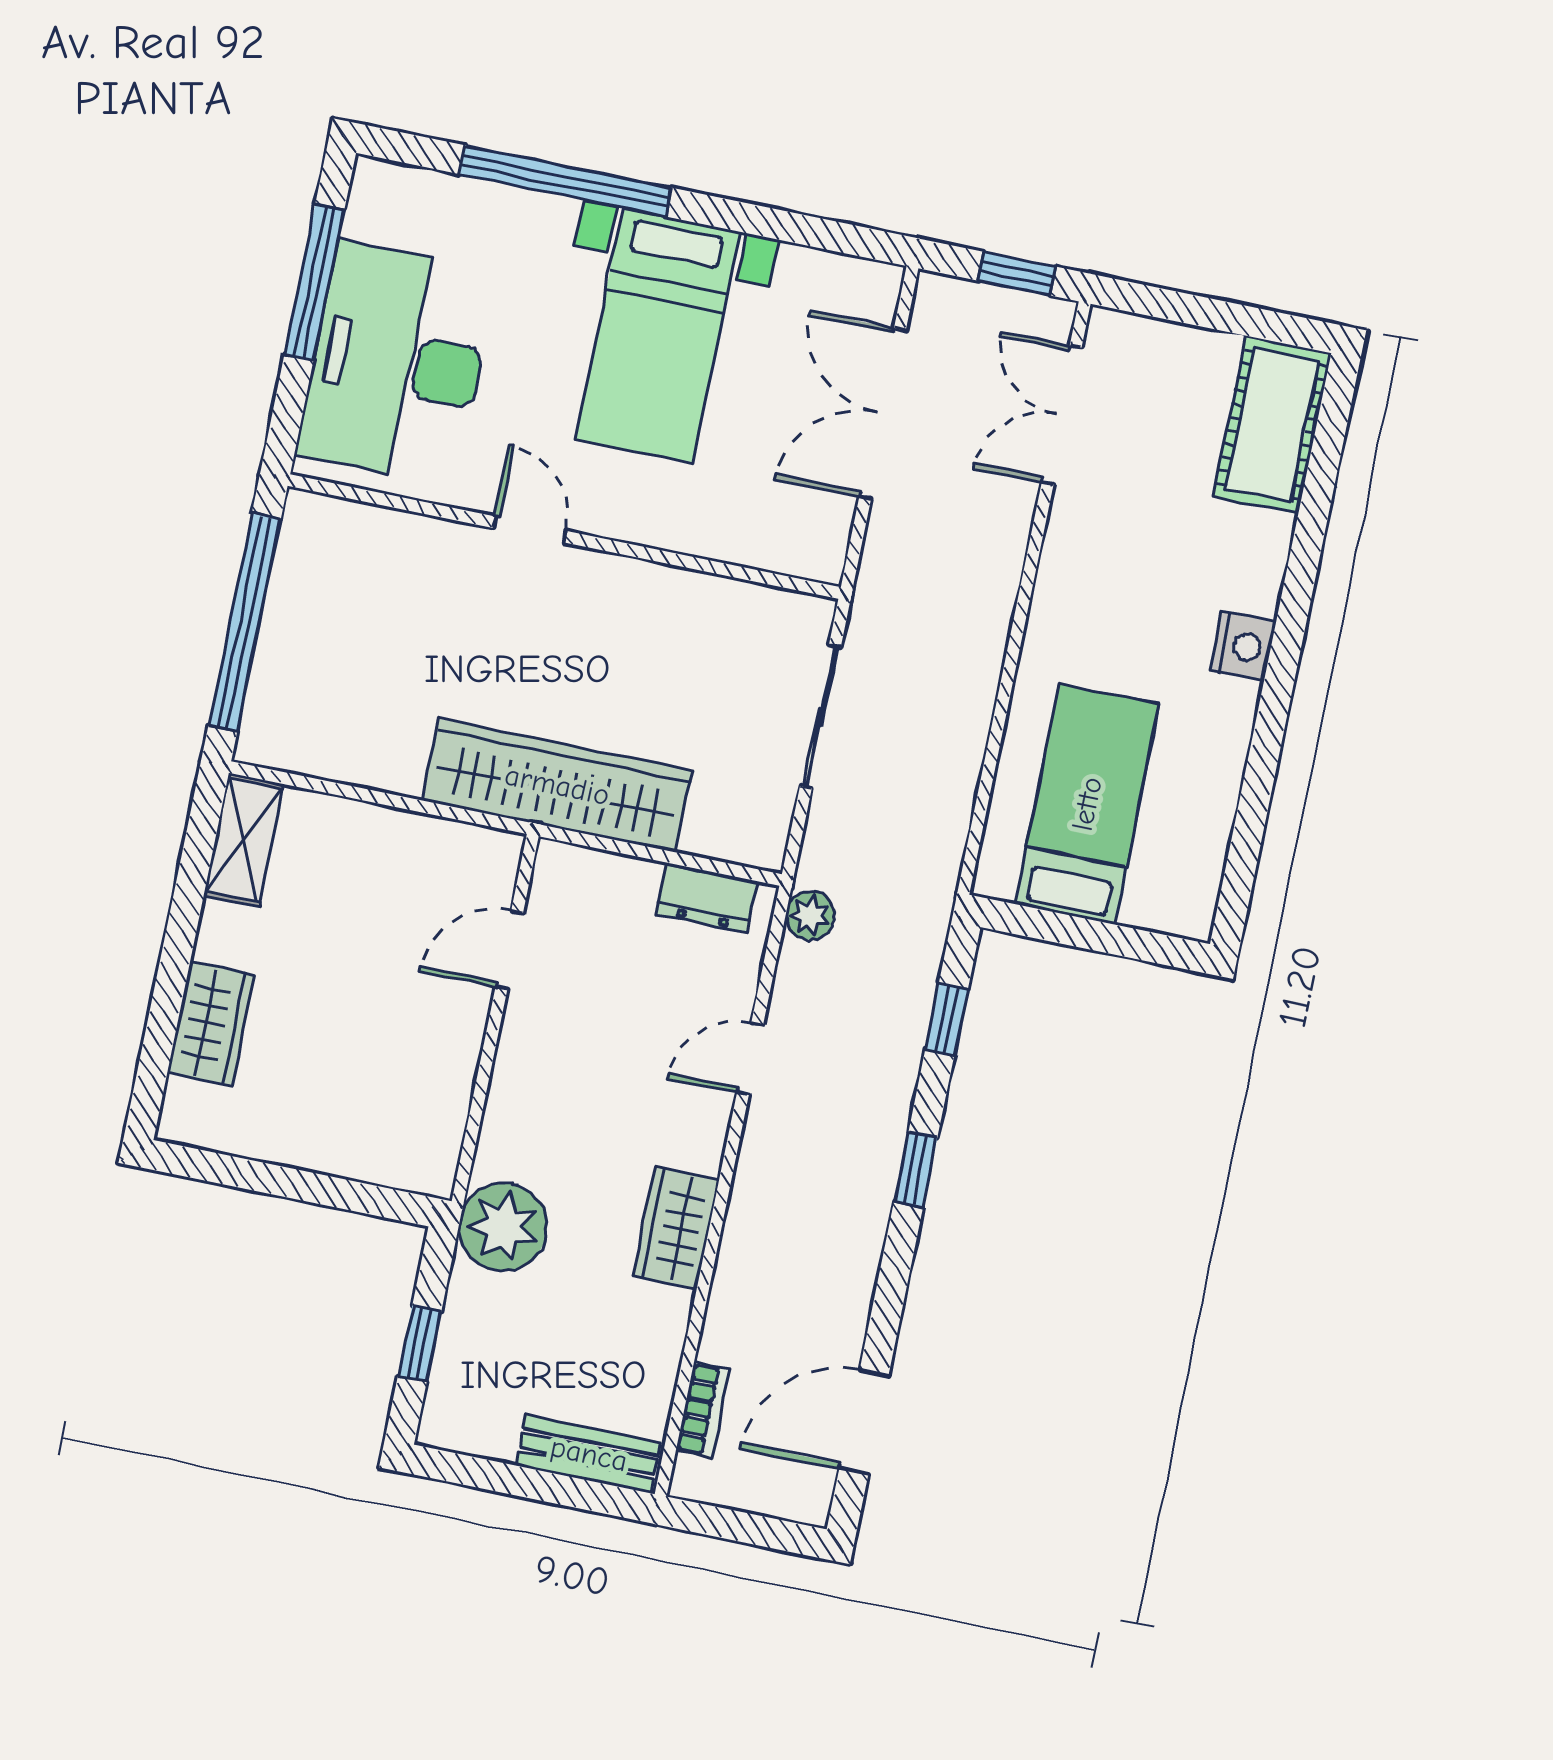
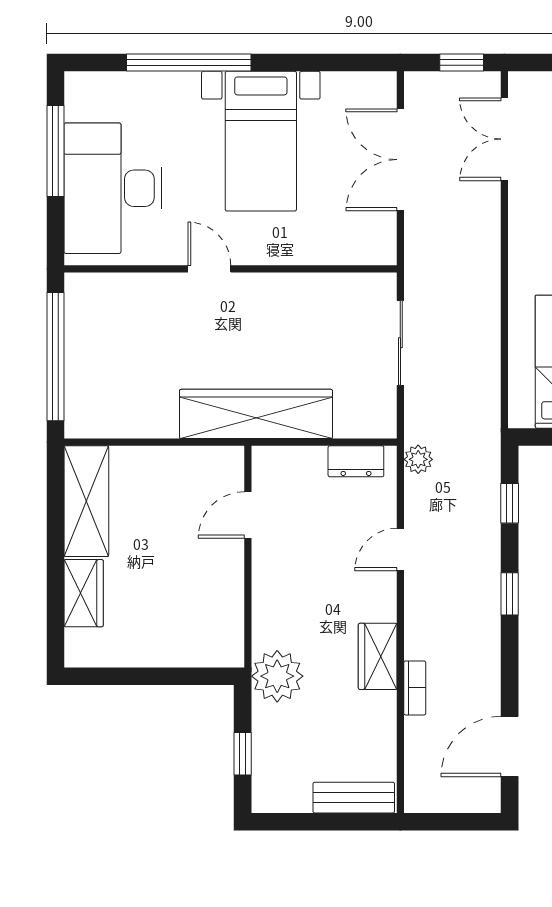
shelving: (244, 840) -> (86, 501), width x1.50, depth x1.33
bookcase: (703, 1410) -> (415, 688), moved

